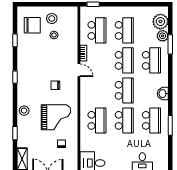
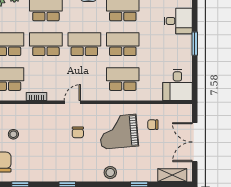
door: (79, 70) -> (72, 102), moved
grand piano: (56, 117) -> (119, 132), turned -95

